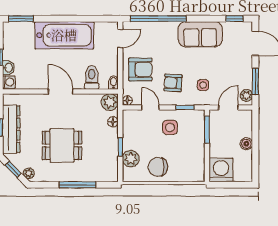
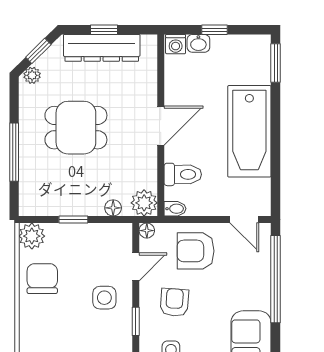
armchair: (140, 69) -> (196, 251), turned 90
dining table: (62, 145) -> (76, 128), turned 90
plant: (131, 159) -> (32, 236), moved

